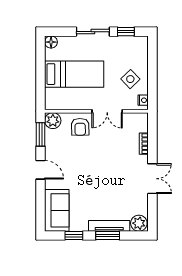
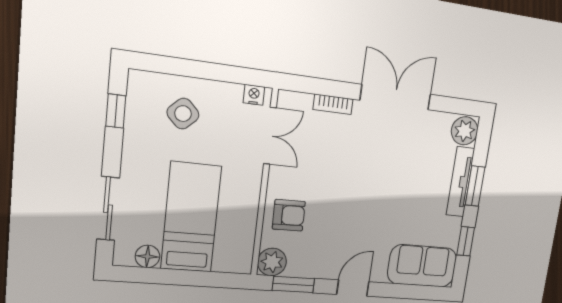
sliding door: (93, 32) -> (108, 209), moved
floor lamp: (51, 42) -> (147, 256), moved
side table: (130, 79) -> (183, 114), moved
double door: (107, 111) -> (270, 136), moved
double door: (152, 179) -> (396, 97), width x1.37

